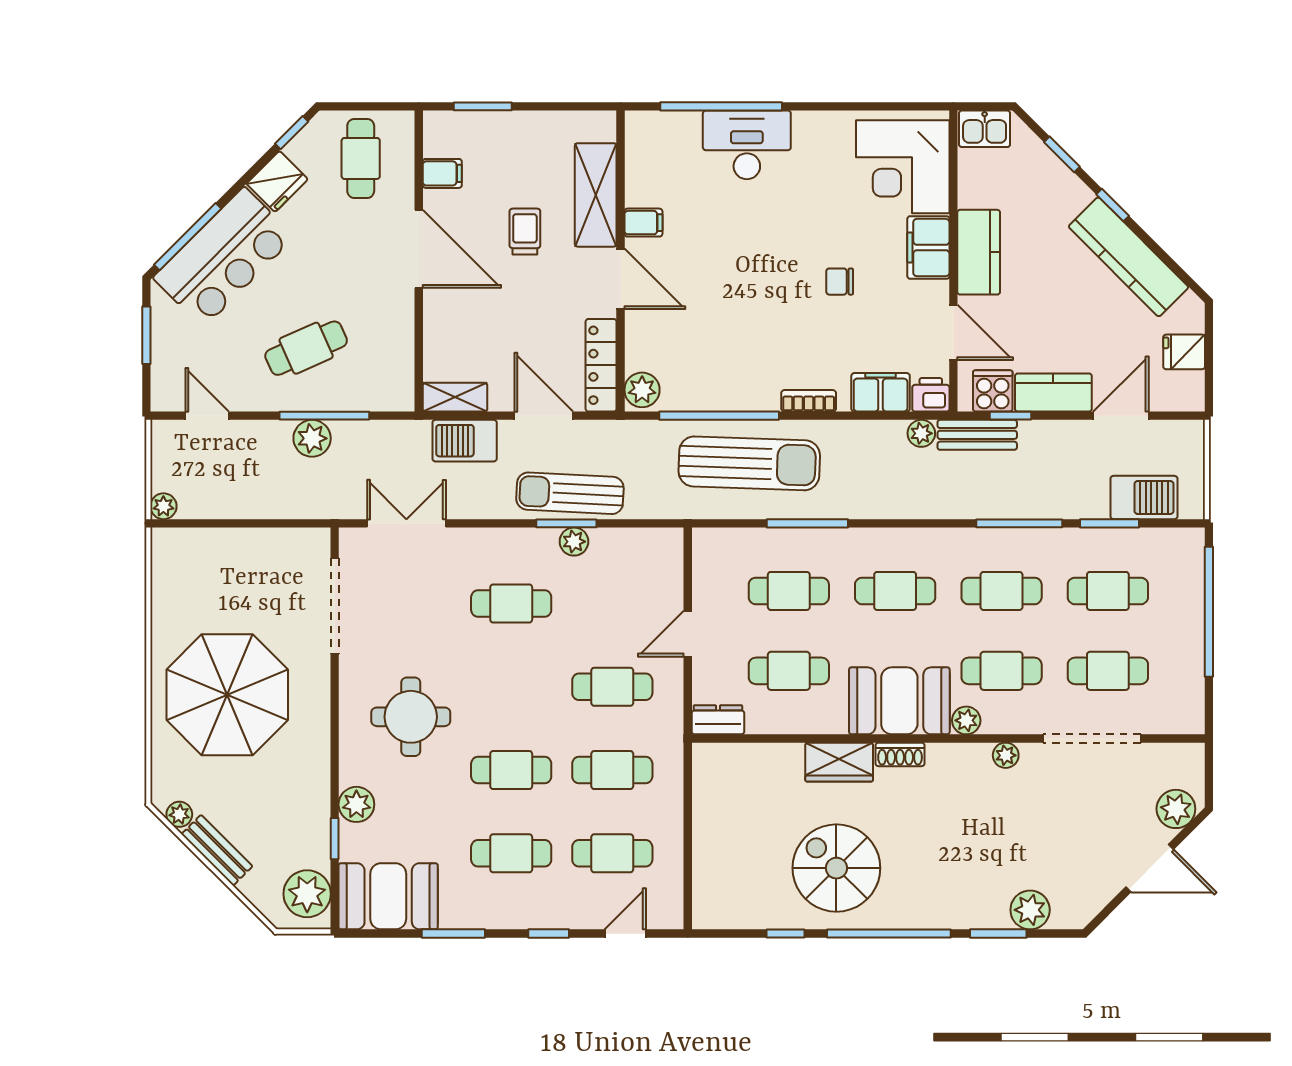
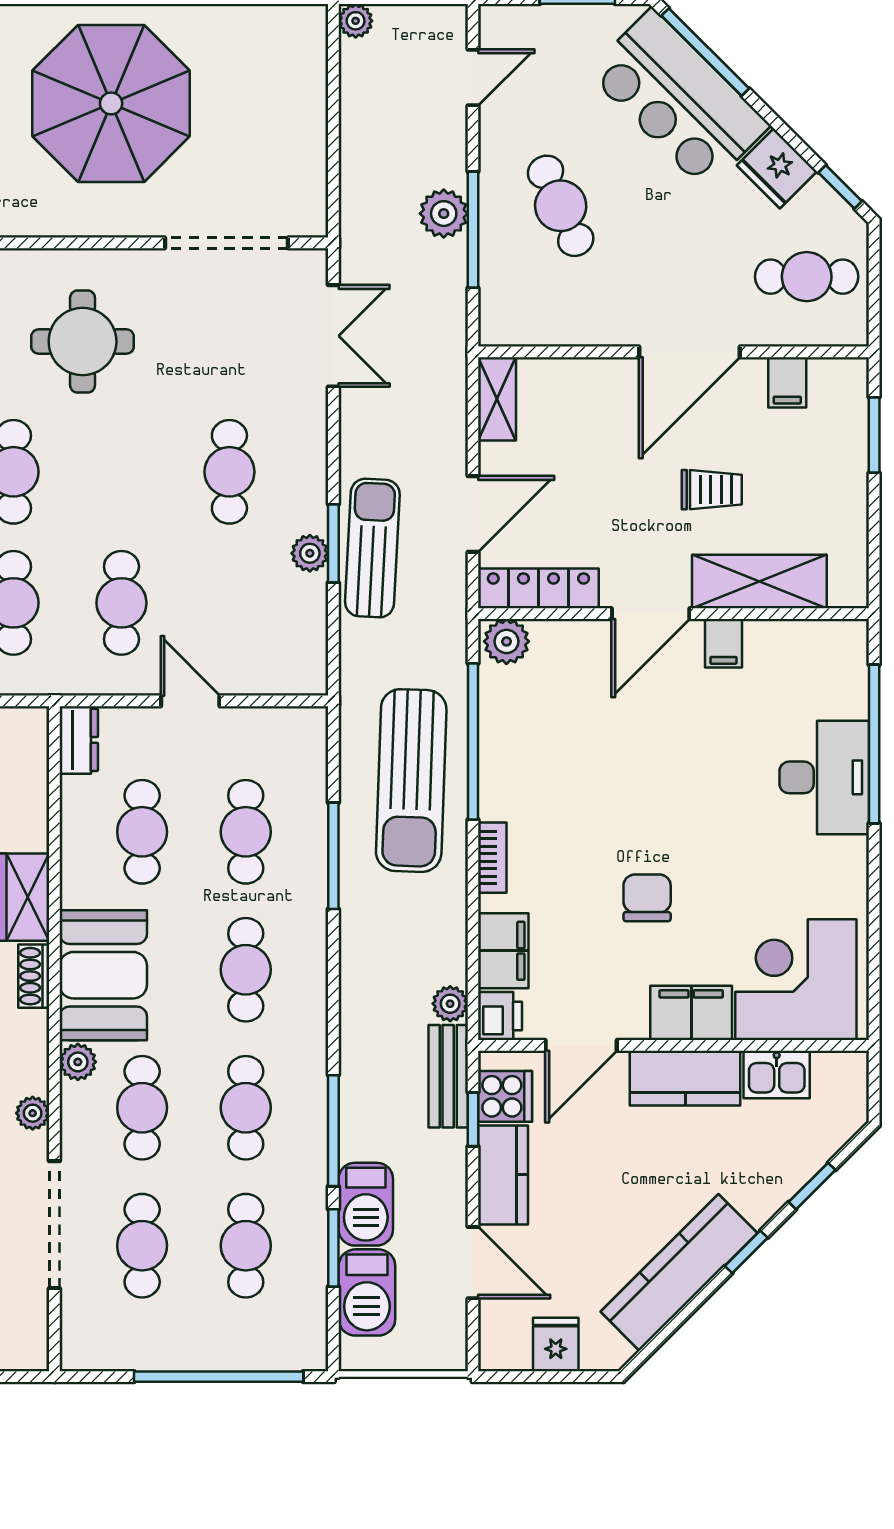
kitchen sink: (985, 129) -> (777, 1074), moved, turned -90
chair: (840, 282) -> (647, 898), width x1.37, depth x1.37
barbecue: (465, 441) -> (366, 1204), moved, turned 180

